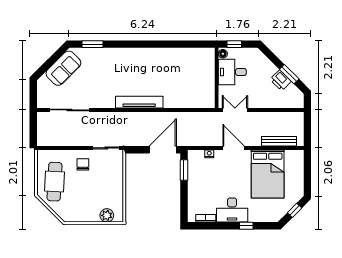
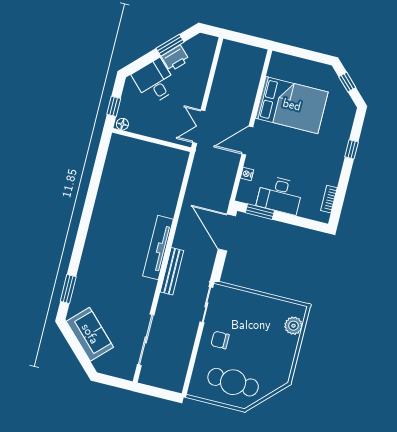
desk: (232, 72) -> (155, 81), moved, turned 135
bench: (279, 141) -> (172, 271), moved
desk: (232, 210) -> (280, 195), moved, turned 90

